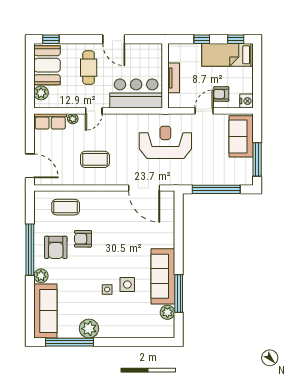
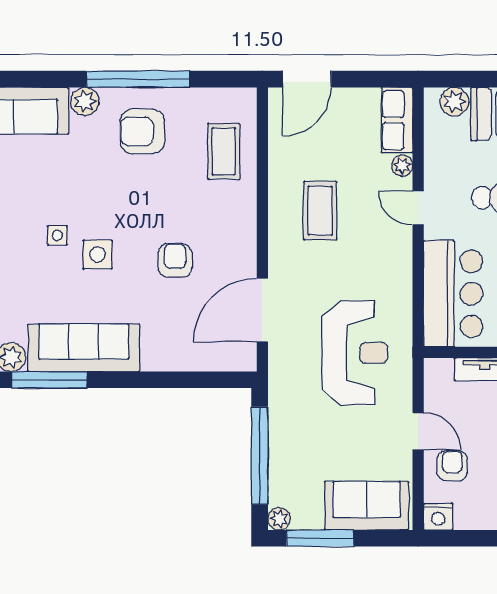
plant: (247, 180) -> (279, 519), added
armchair: (83, 239) -> (175, 260), moved
side table: (127, 285) -> (98, 254), moved

